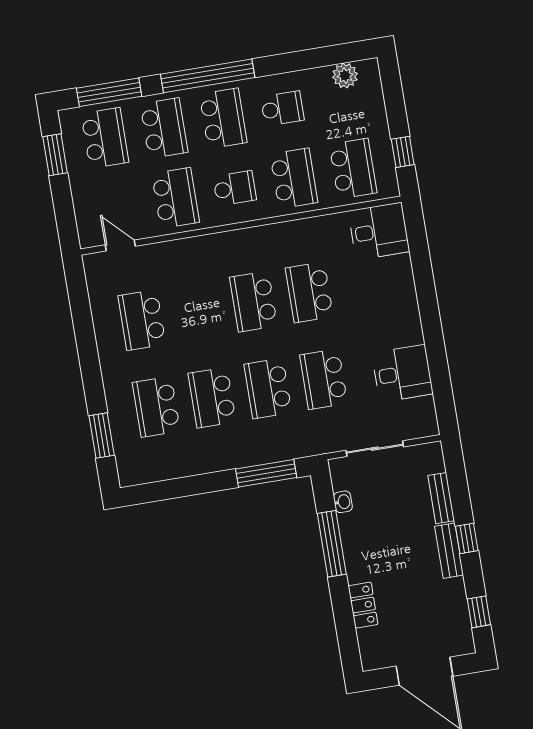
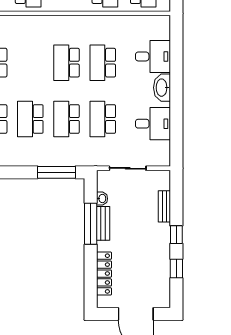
desk: (379, 231) -> (153, 56), moved
washbasin: (407, 316) -> (162, 88), added
bench: (449, 551) -> (103, 223), moved
locker: (363, 605) -> (104, 274), width x1.53
window: (479, 612) -> (176, 268), moved

